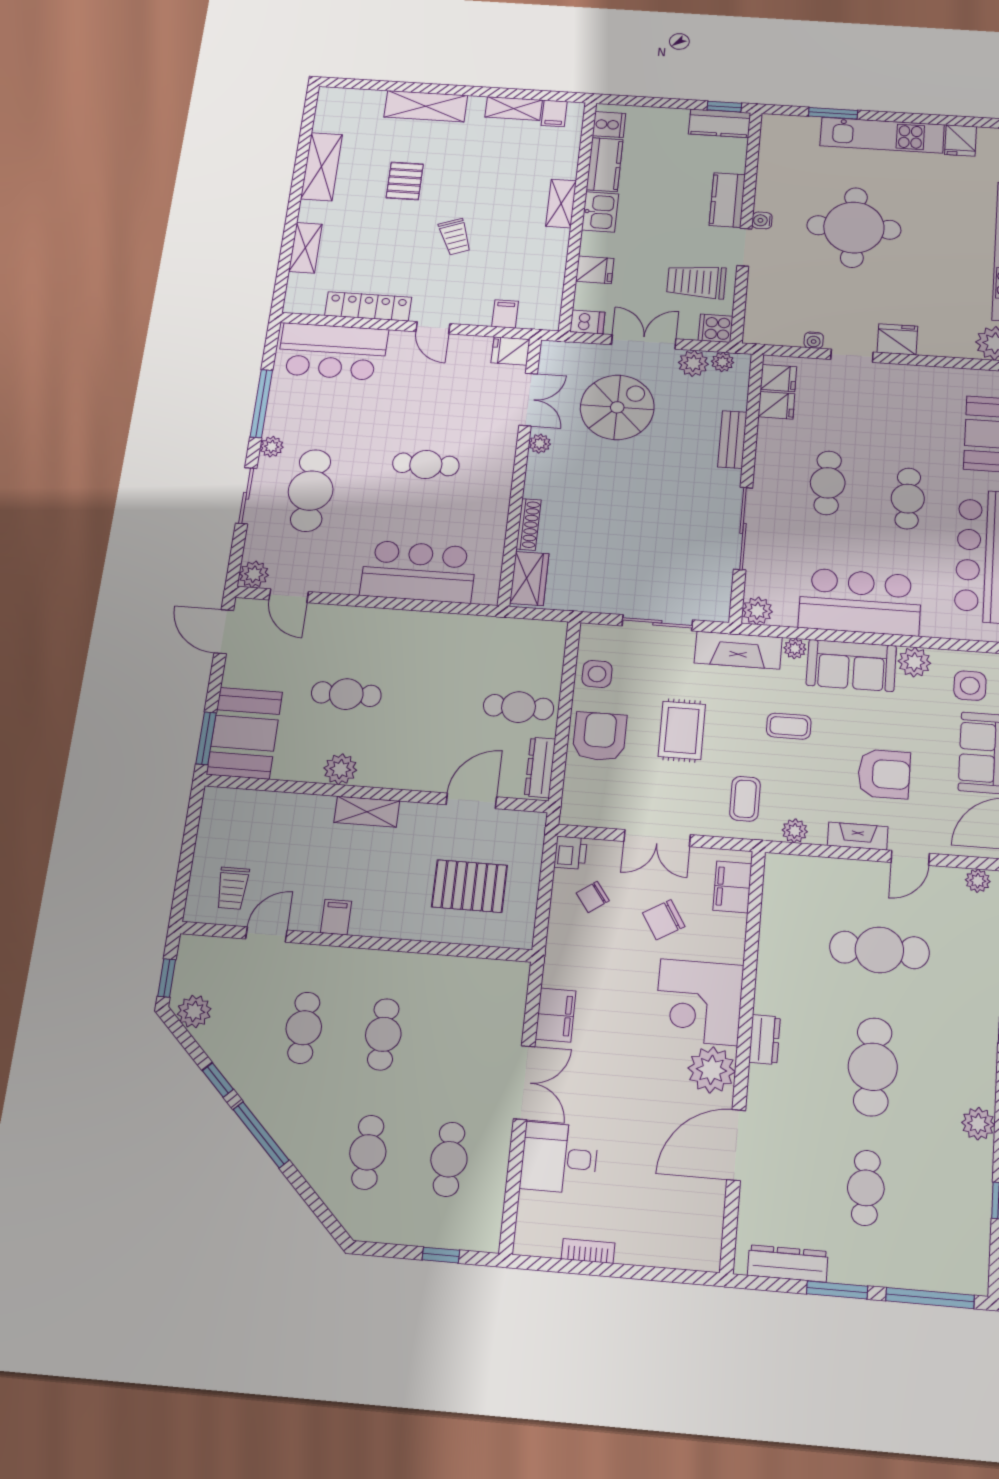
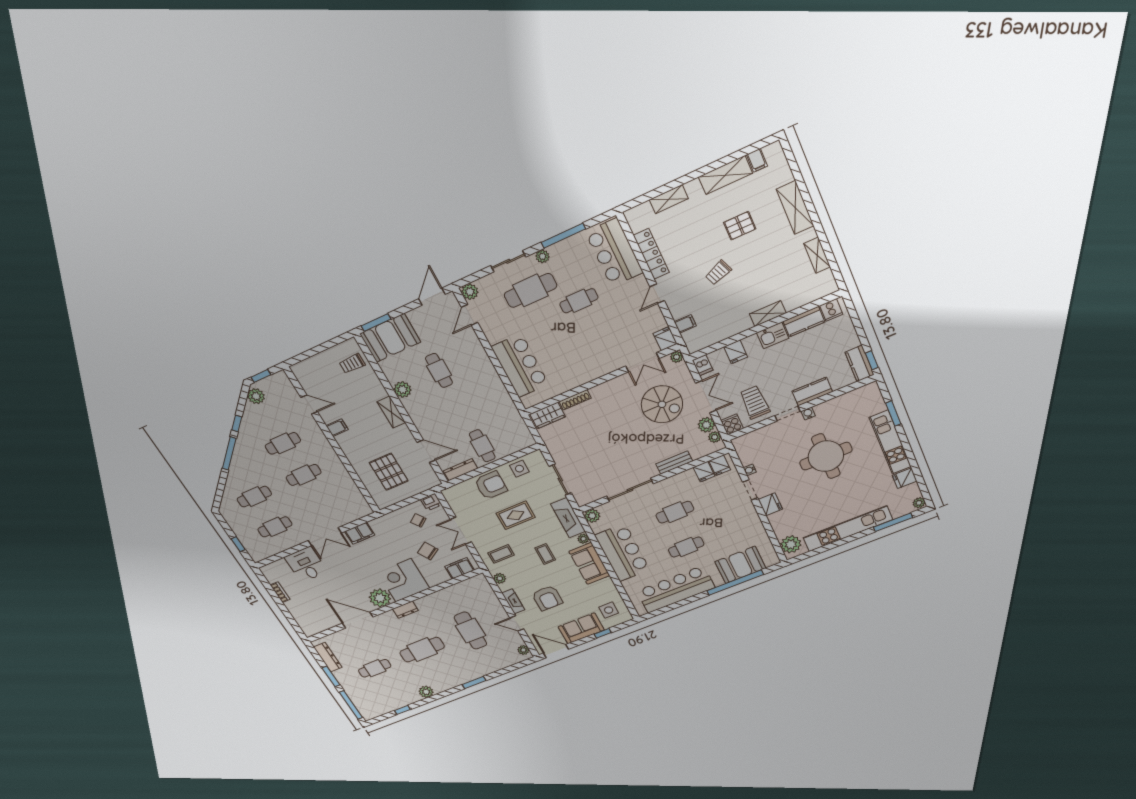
filing cabinet: (554, 113) -> (757, 160), moved, turned -90
plant: (540, 444) -> (677, 357), moved
cafe table: (426, 464) -> (579, 301), moved, turned 90
plant: (914, 662) -> (606, 586), removed
trolley: (232, 888) -> (352, 363), moved

